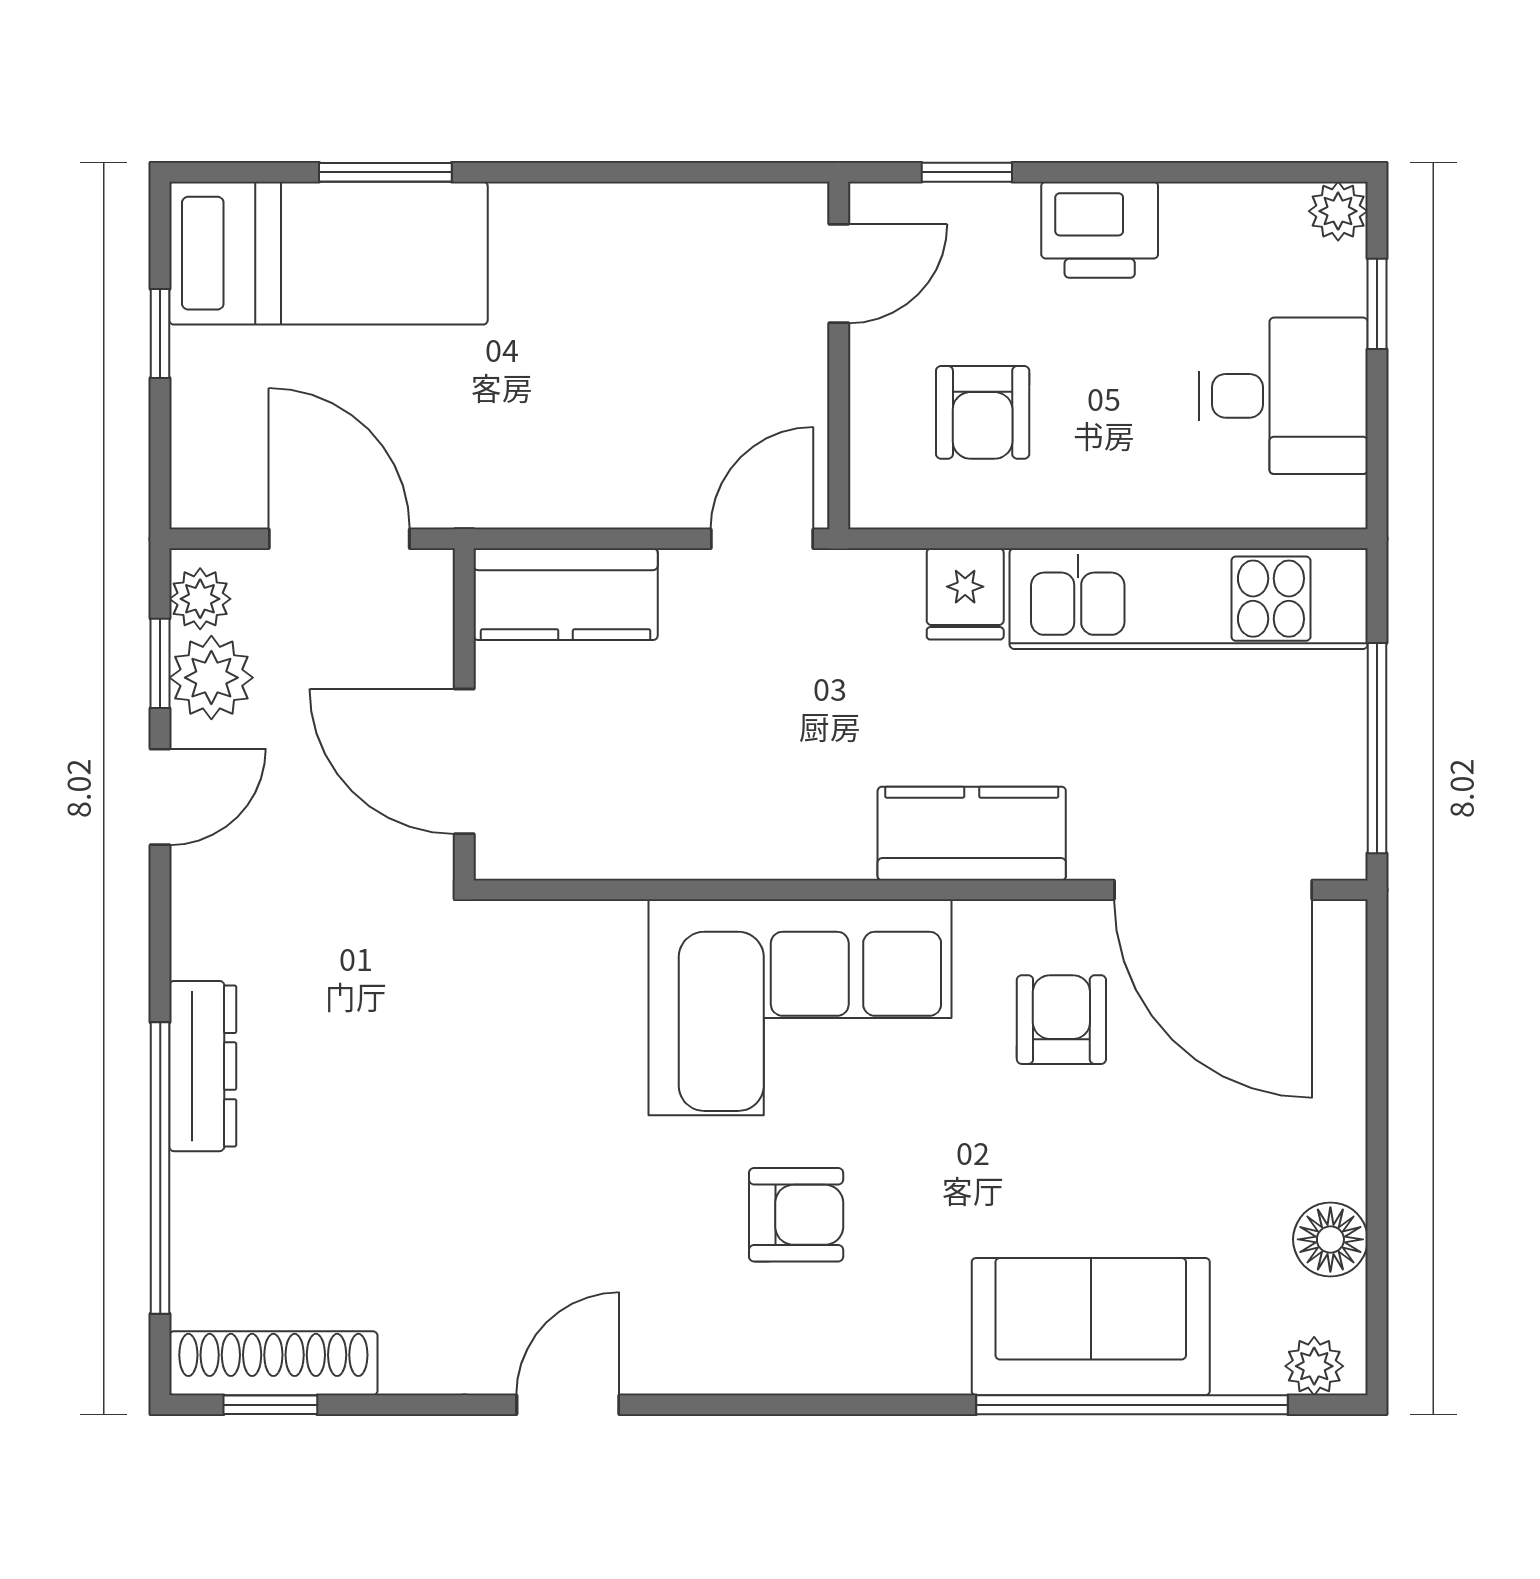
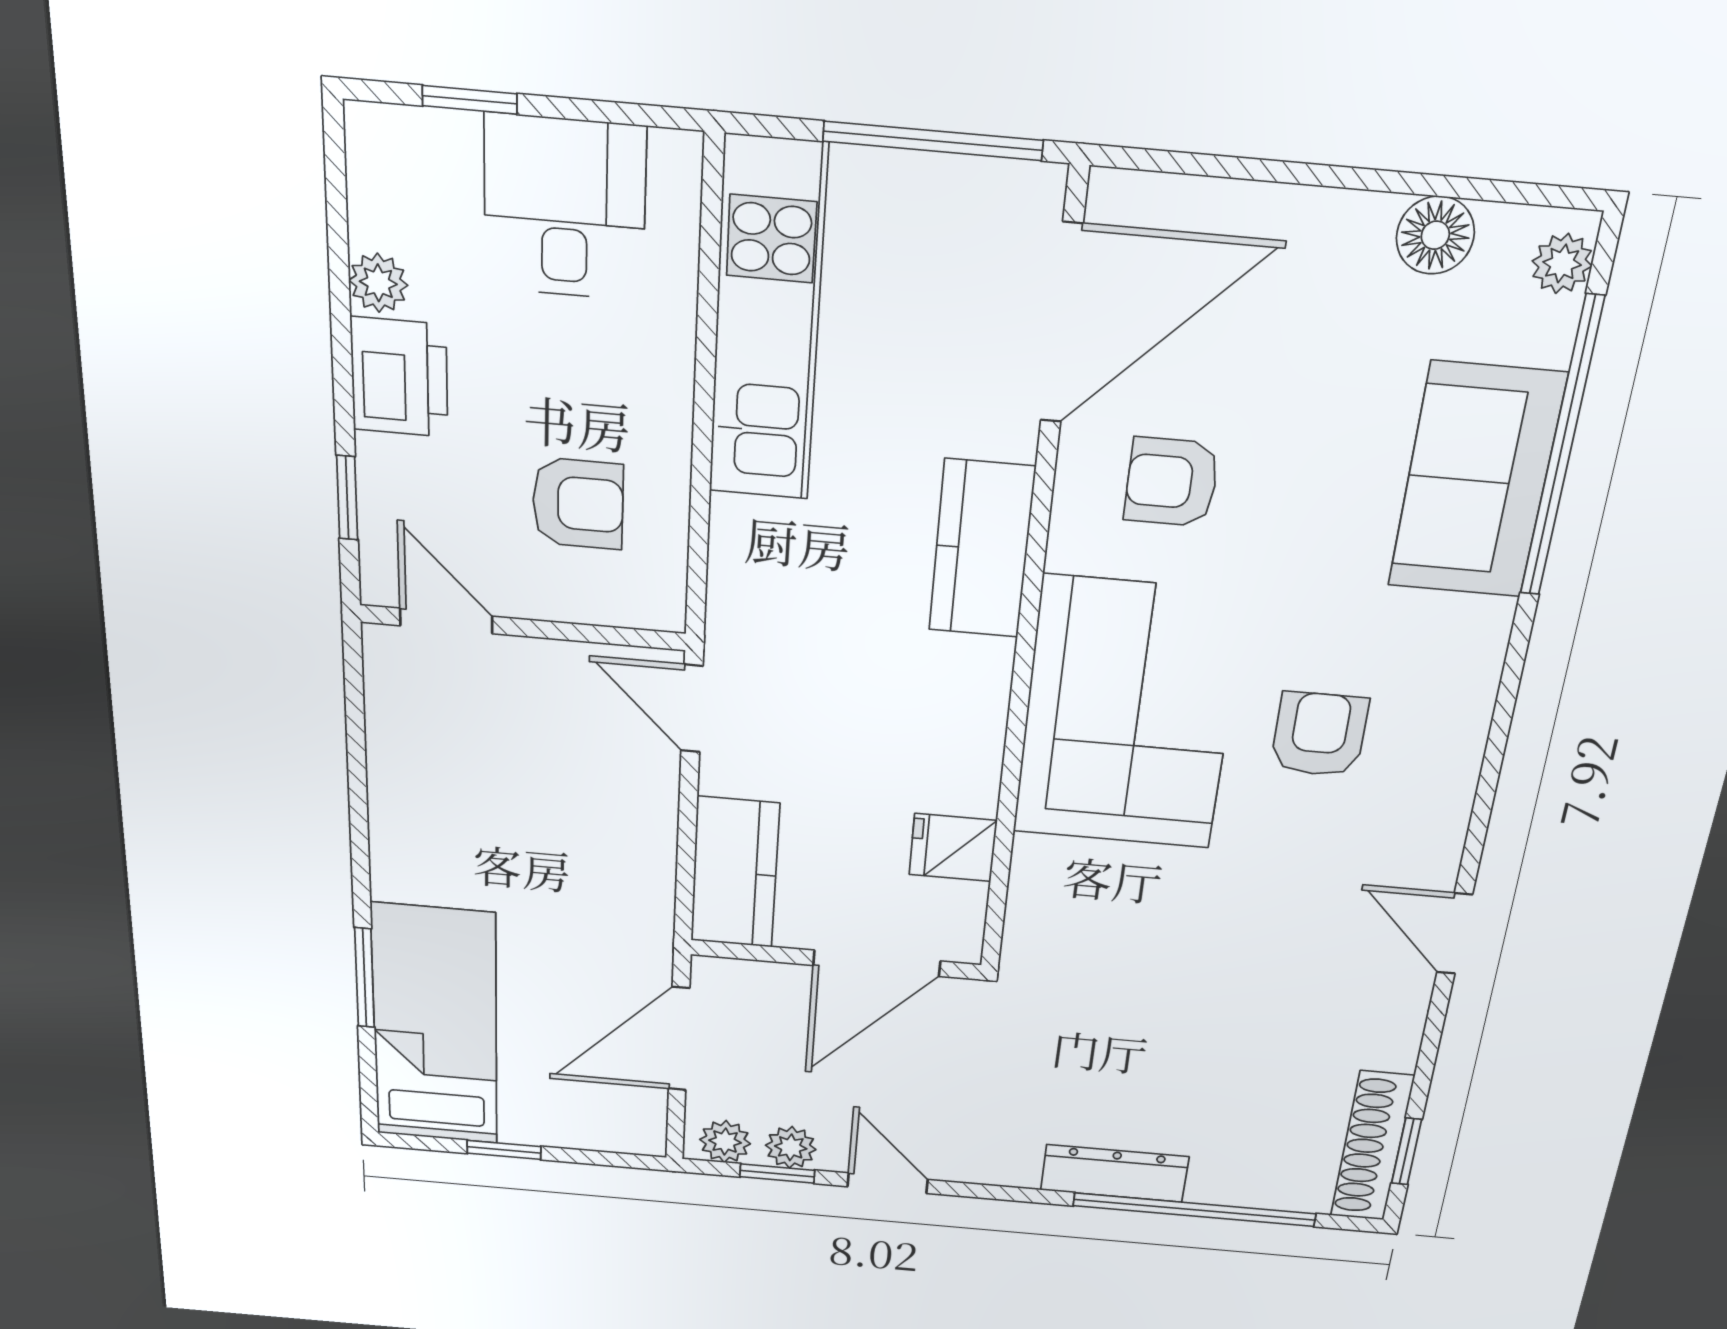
plant: (1338, 211) -> (378, 283), moved
fridge: (965, 594) -> (953, 848), moved, turned 180
plant: (211, 678) -> (791, 1147), width x0.73, depth x0.73

